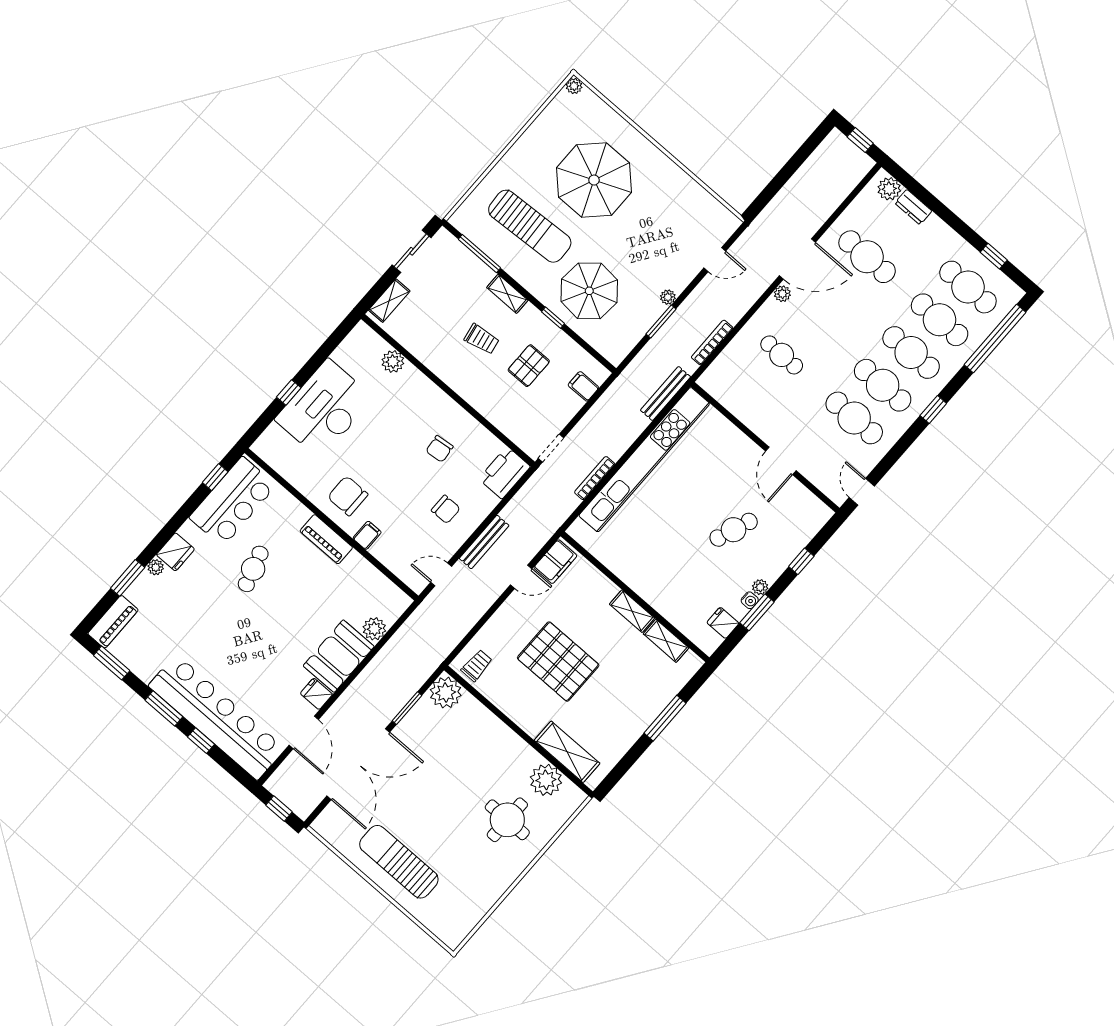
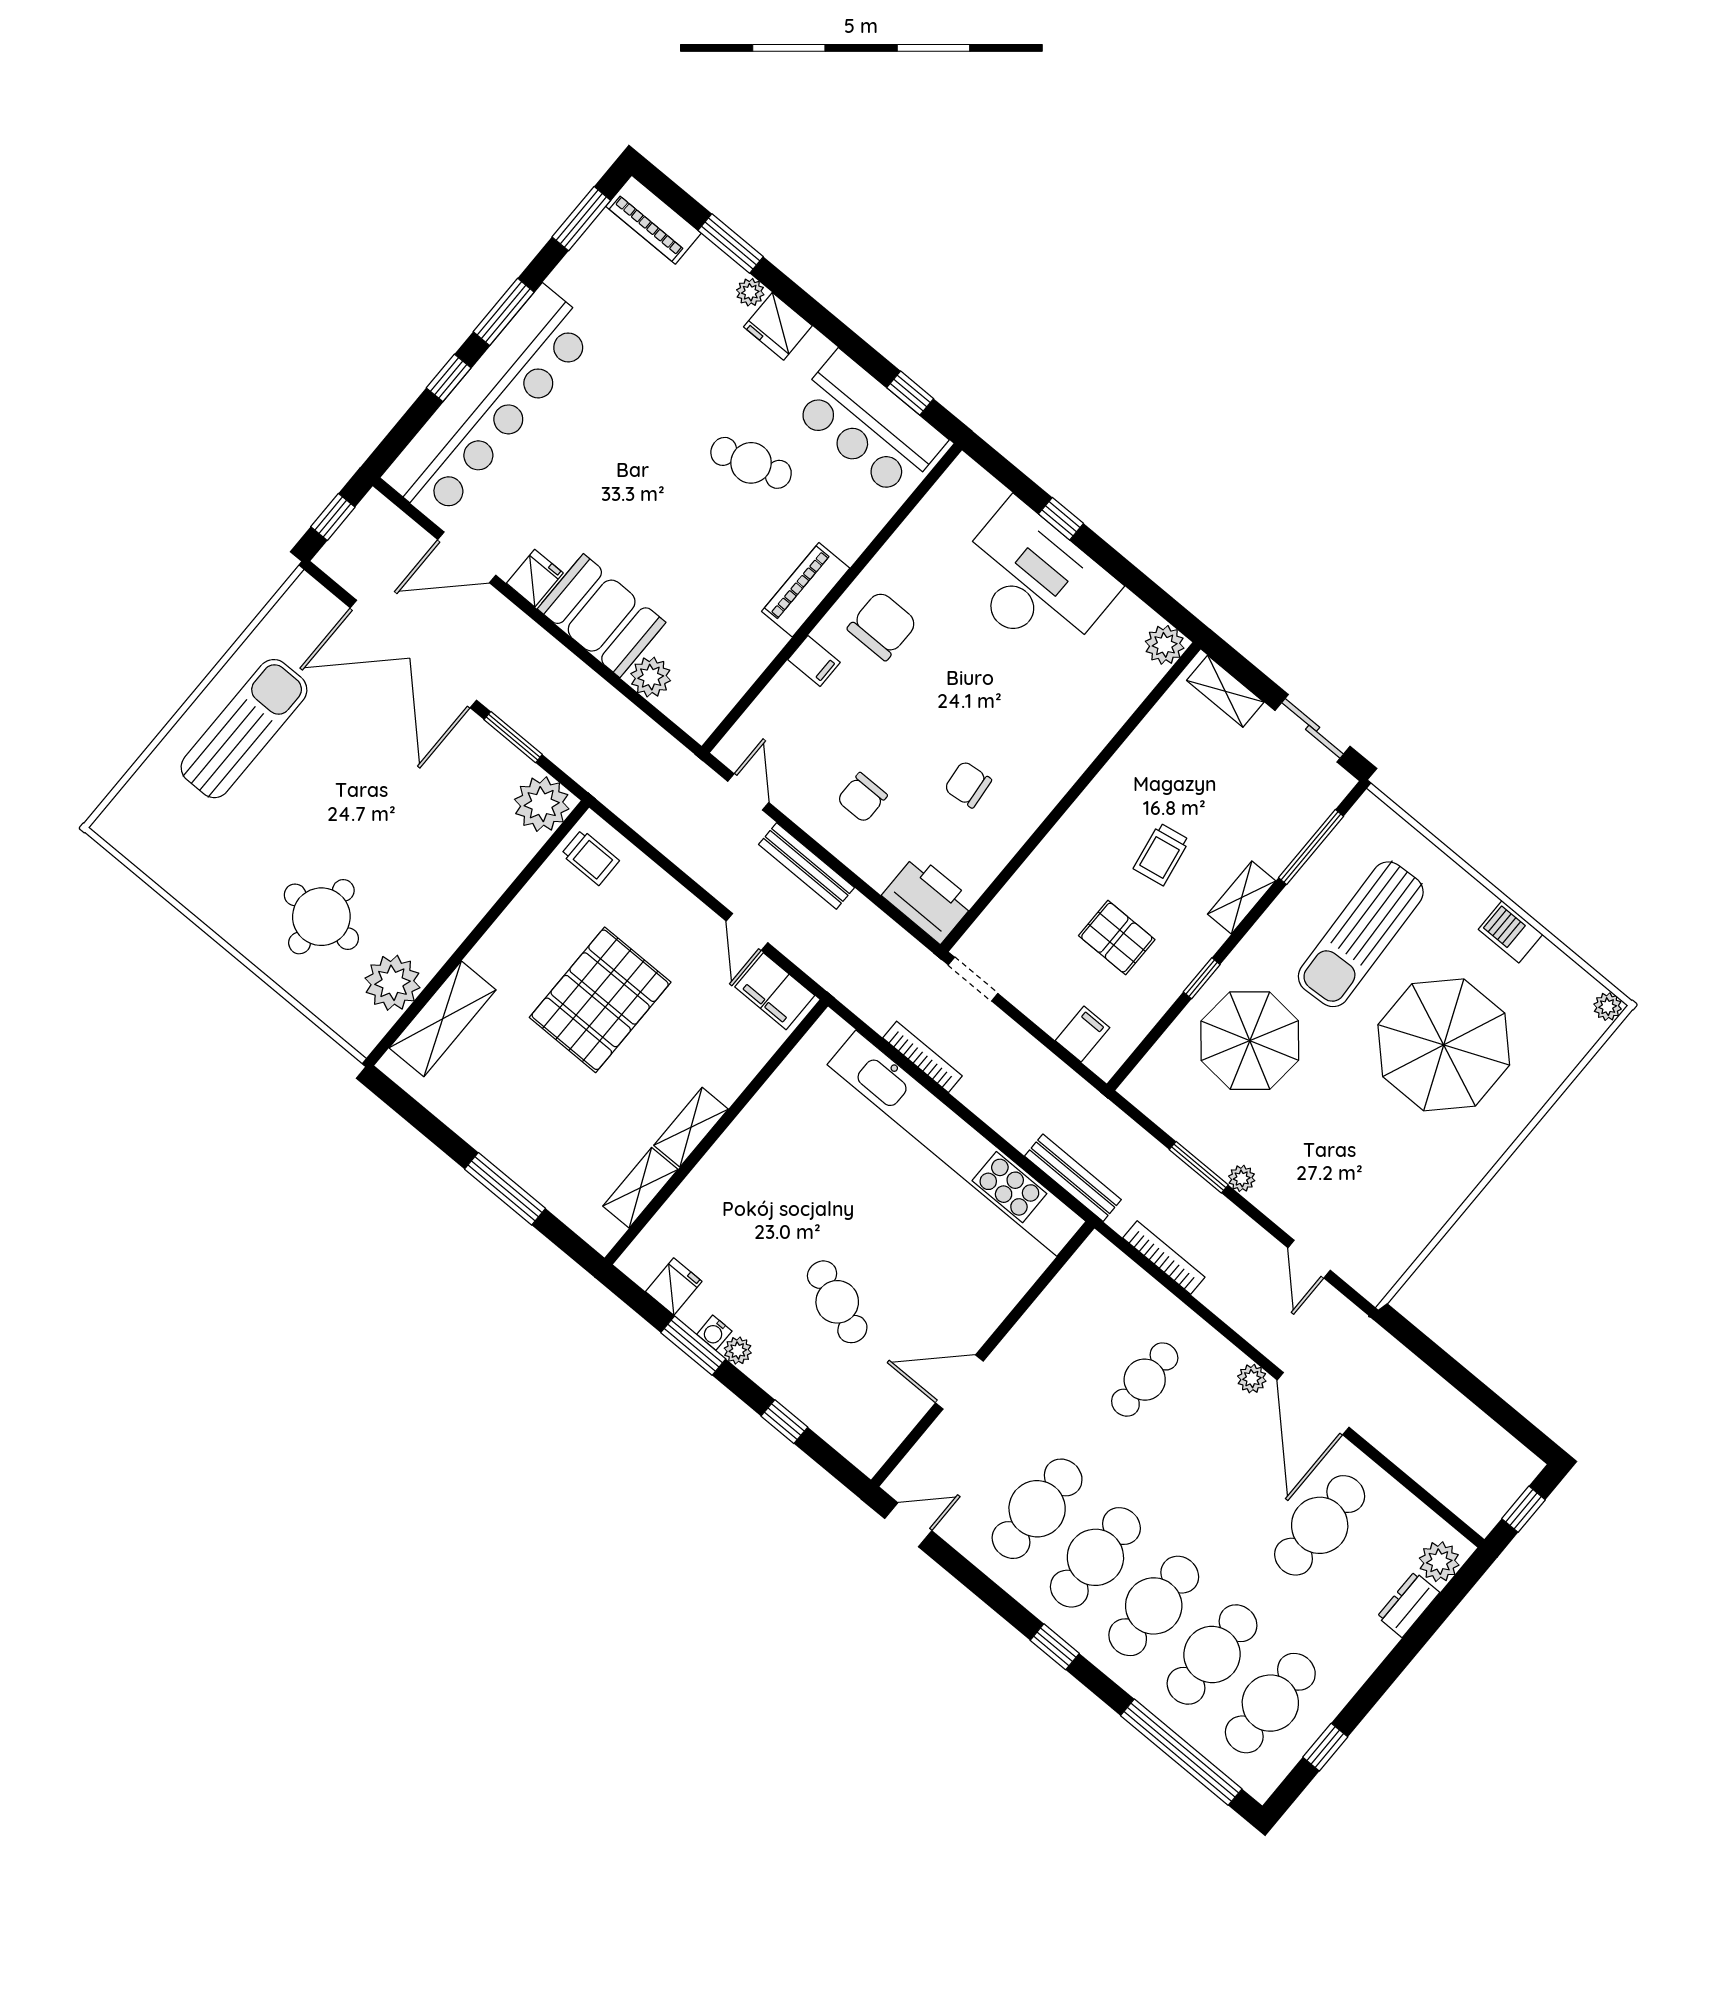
barbecue: (530, 141) -> (1510, 932), added
plant: (393, 362) -> (1165, 645), moved

